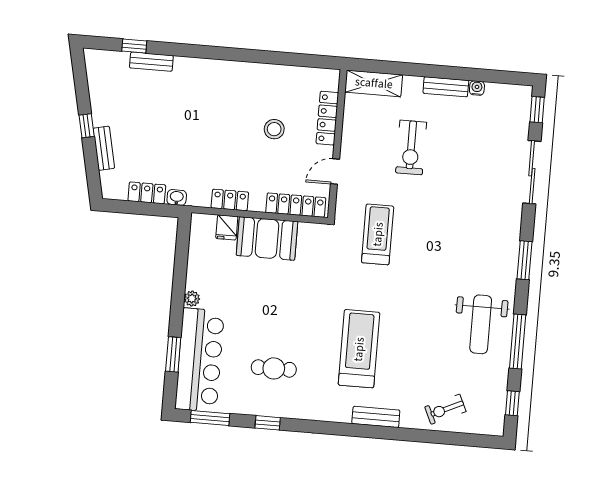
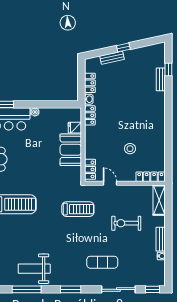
locker: (327, 118) -> (150, 177), moved
exercise mat: (479, 198) -> (102, 262), added
locker: (230, 200) -> (90, 115), moved
locker: (296, 205) -> (90, 169), width x0.66

